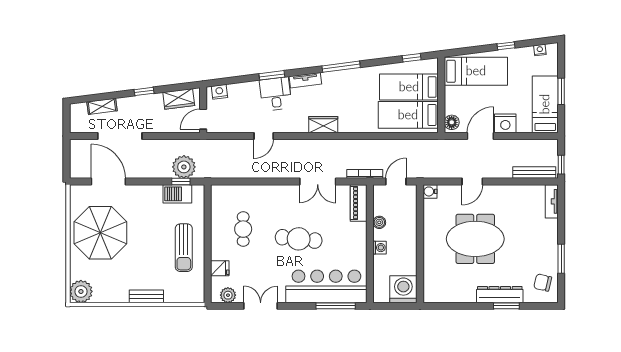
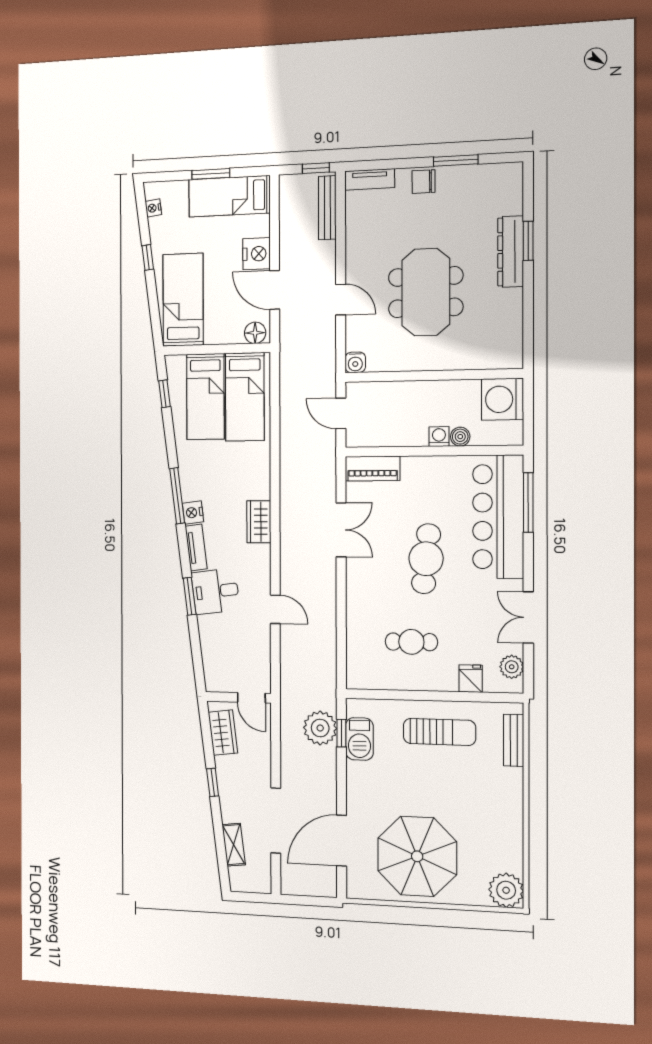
nightstand: (219, 92) -> (193, 512), moved
bookcase: (365, 174) -> (330, 460), removed
boiler: (379, 222) -> (460, 437), moved
chair: (543, 283) -> (424, 182), moved, turned 77
bench: (146, 296) -> (514, 740), moved

